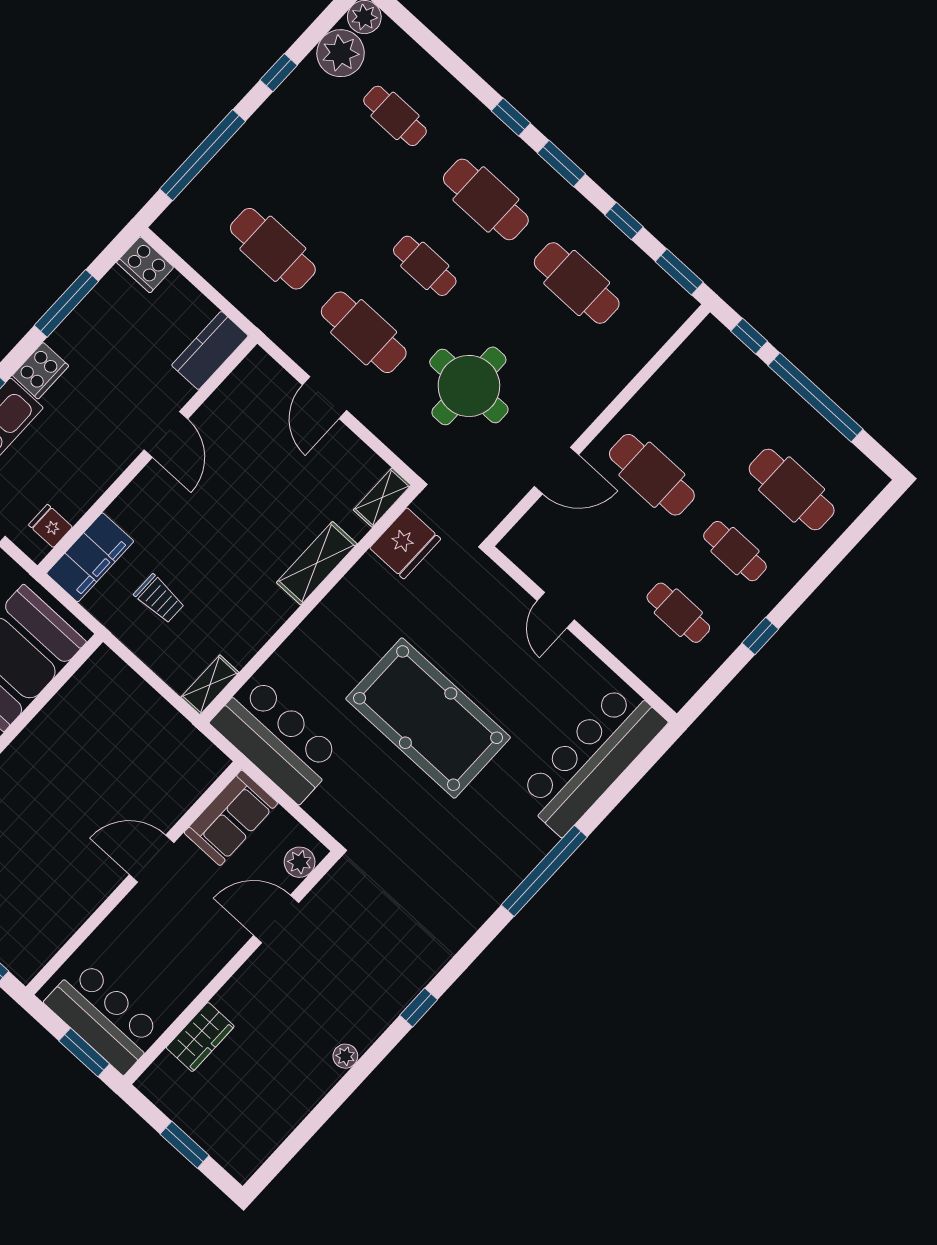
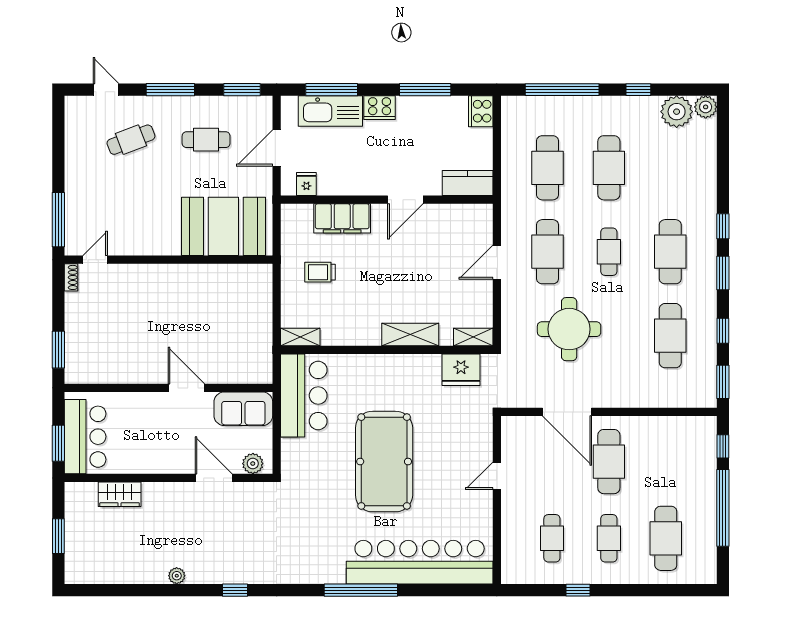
cafe table: (395, 116) -> (609, 168), moved, width x1.37, depth x1.35
door: (556, 471) -> (567, 412), width x1.36
filing cabinet: (90, 557) -> (342, 218), moved
trolley: (159, 599) -> (320, 272), turned 90
bar counter: (592, 759) -> (420, 562), width x1.36

